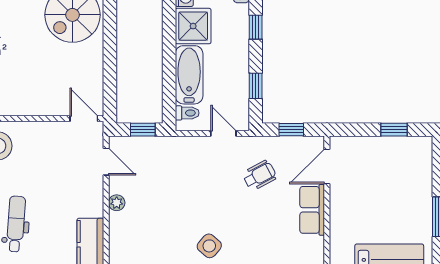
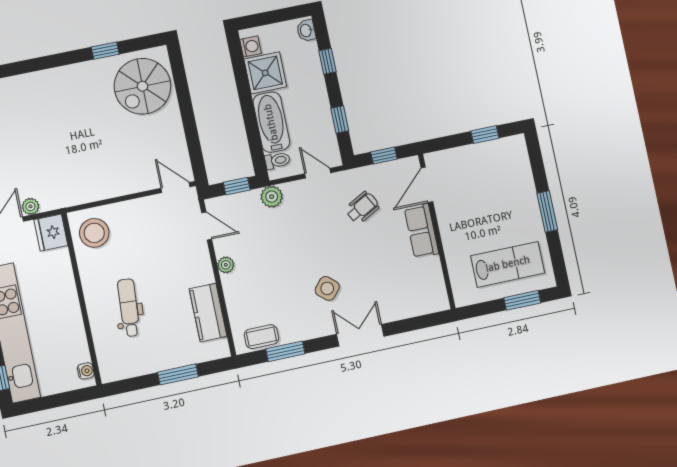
plant: (174, 147) -> (272, 197), added

